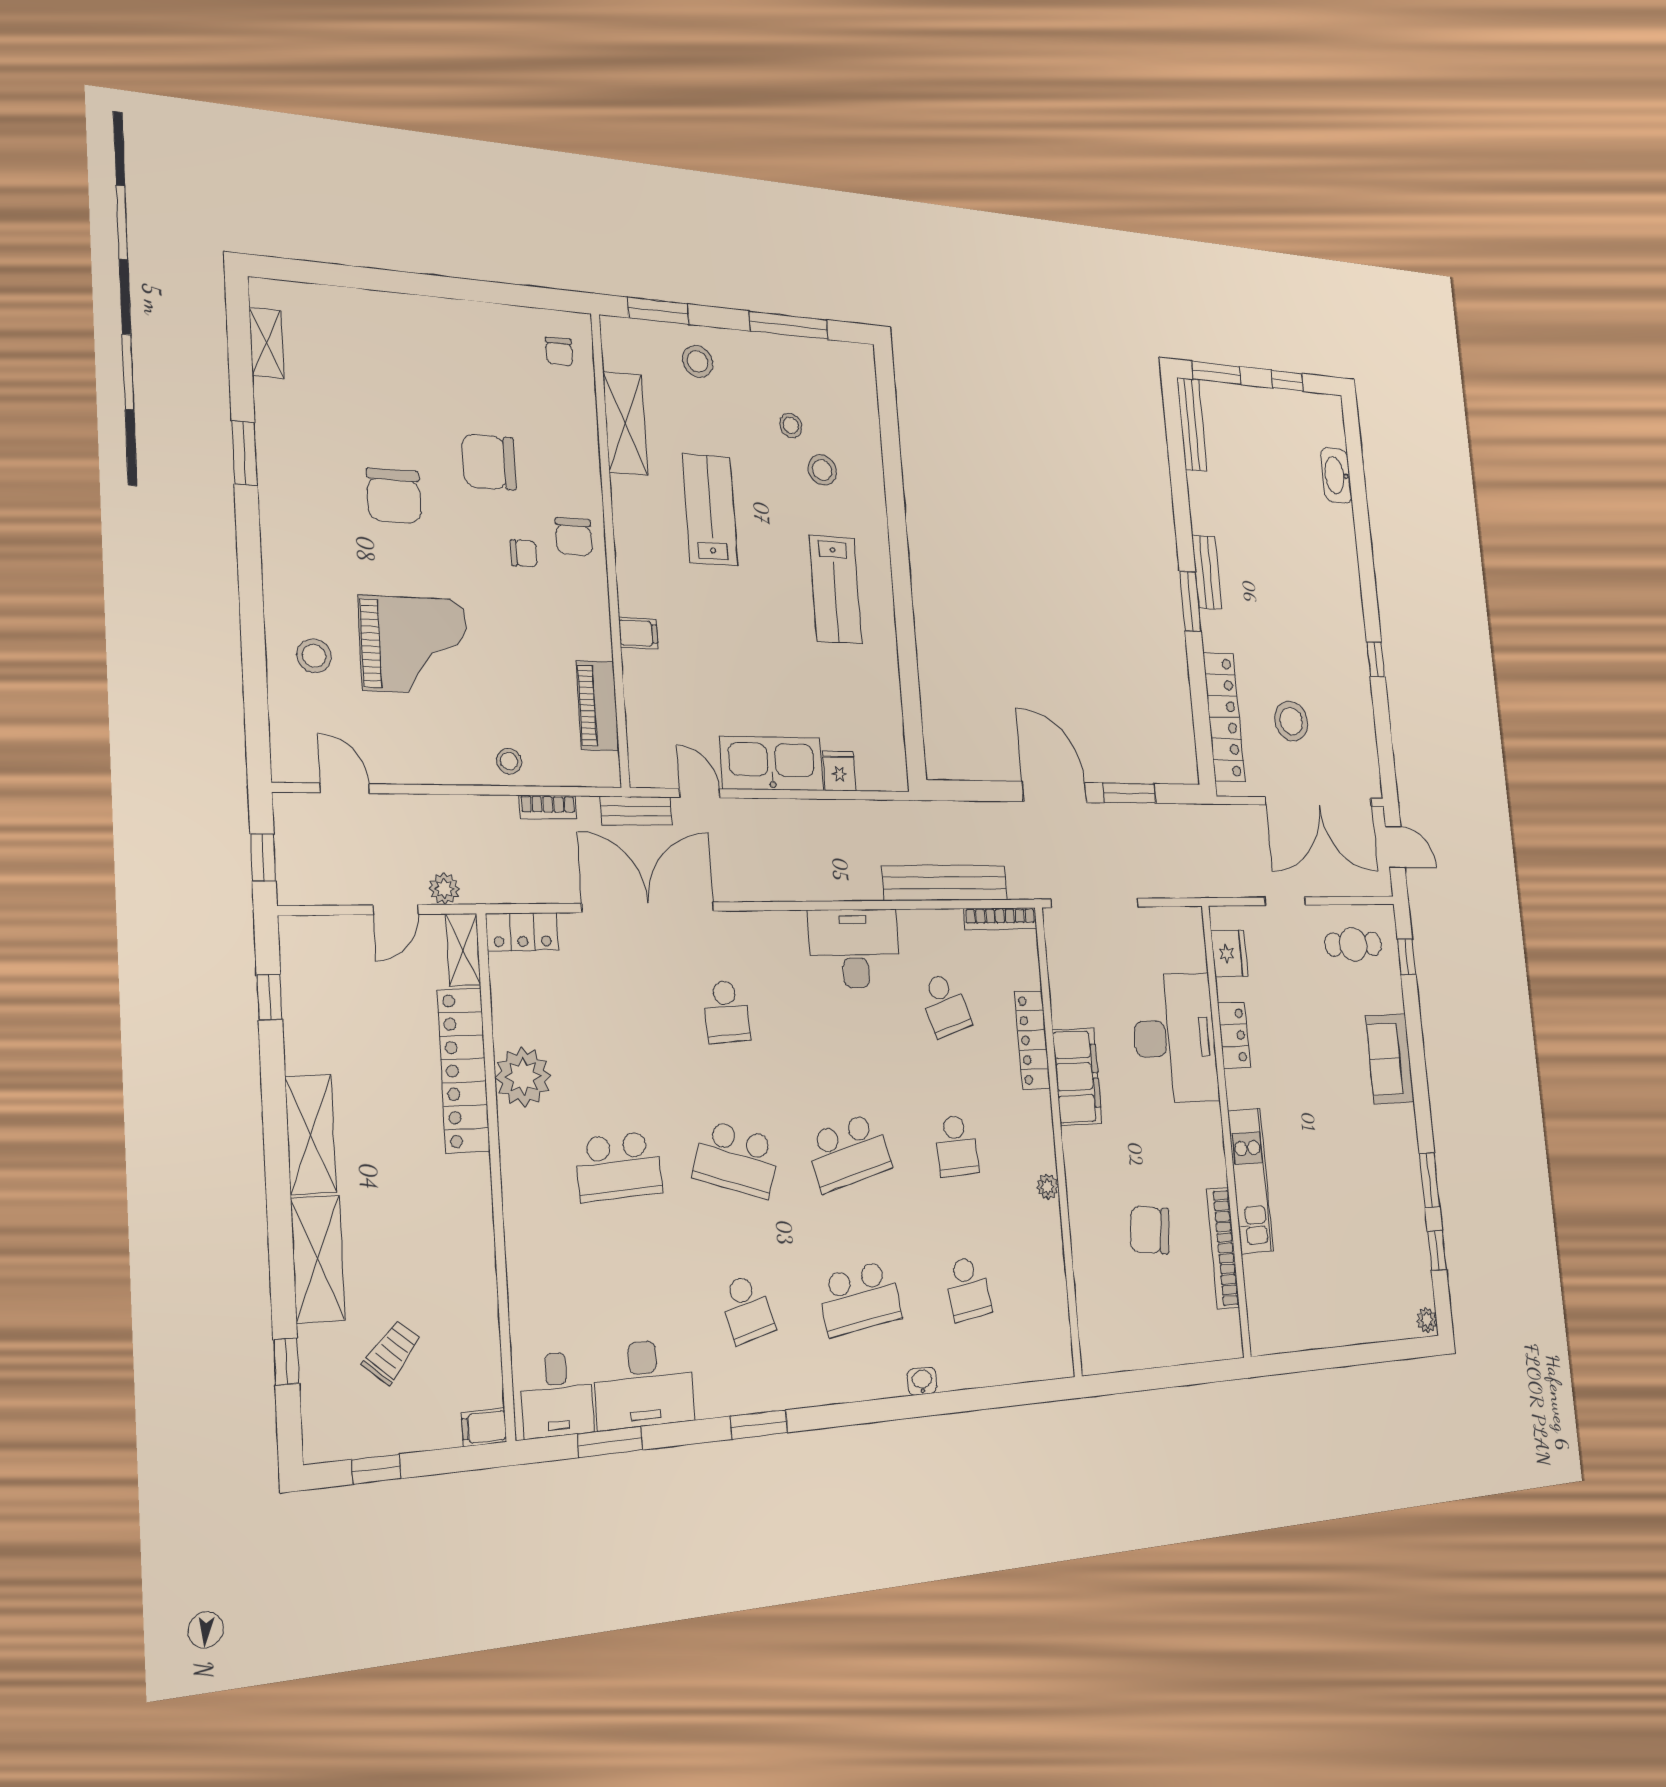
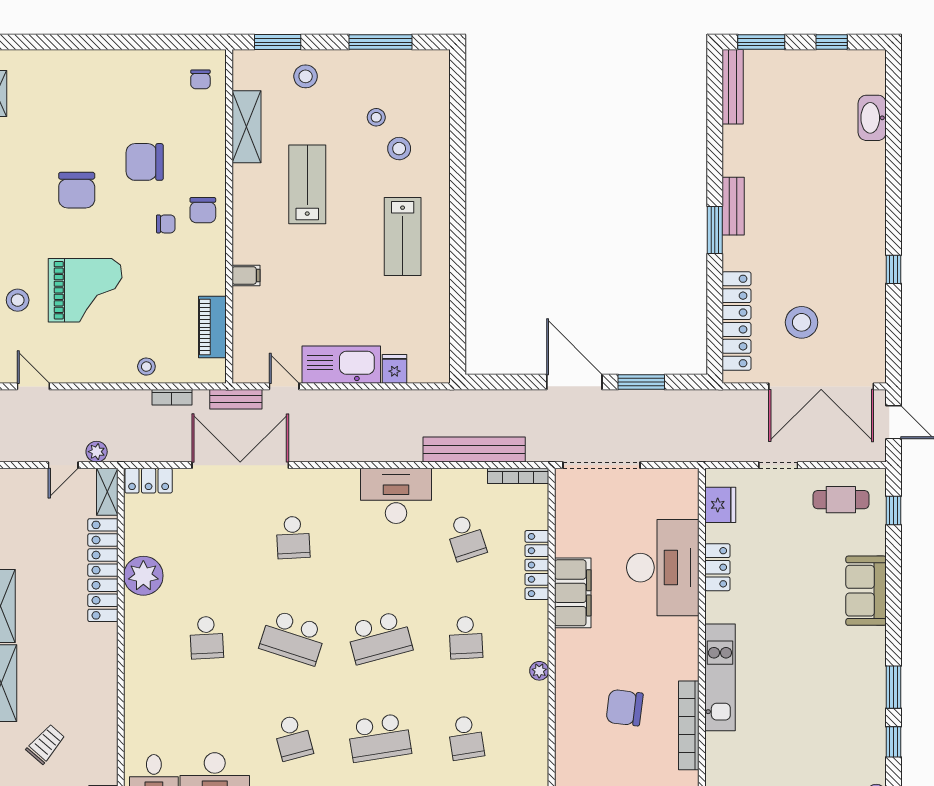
school desk: (619, 1166) -> (207, 638), width x0.54

